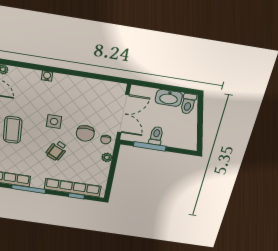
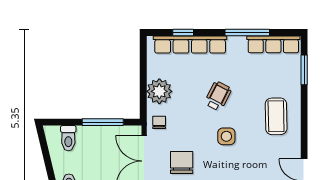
chair: (85, 133) -> (182, 162), moved
toilet: (156, 136) -> (68, 138), moved
plant: (107, 157) -> (159, 91), width x1.88, depth x1.88

